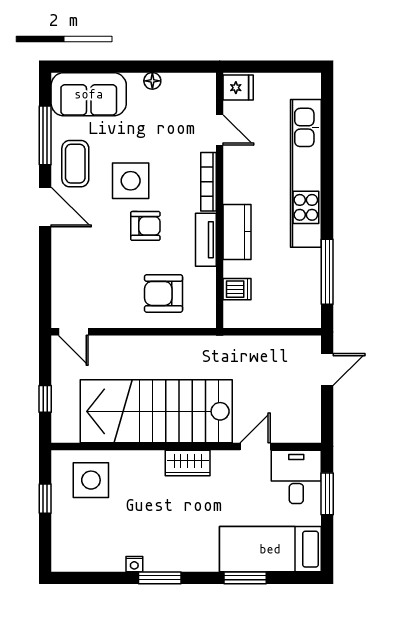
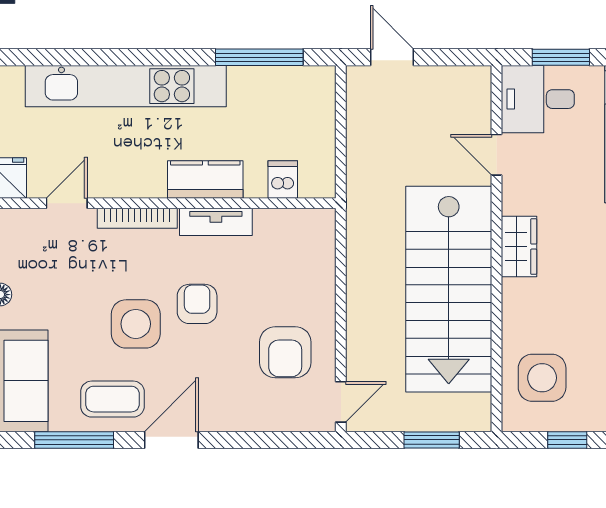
armchair: (163, 293) -> (285, 352), moved
window: (45, 399) -> (432, 440), width x1.50

